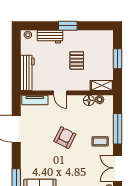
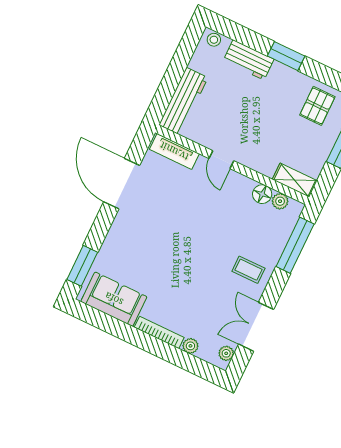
pallet: (77, 60) -> (317, 106), moved
window: (118, 129) -> (295, 245), moved
armchair: (65, 138) -> (194, 236), removed

